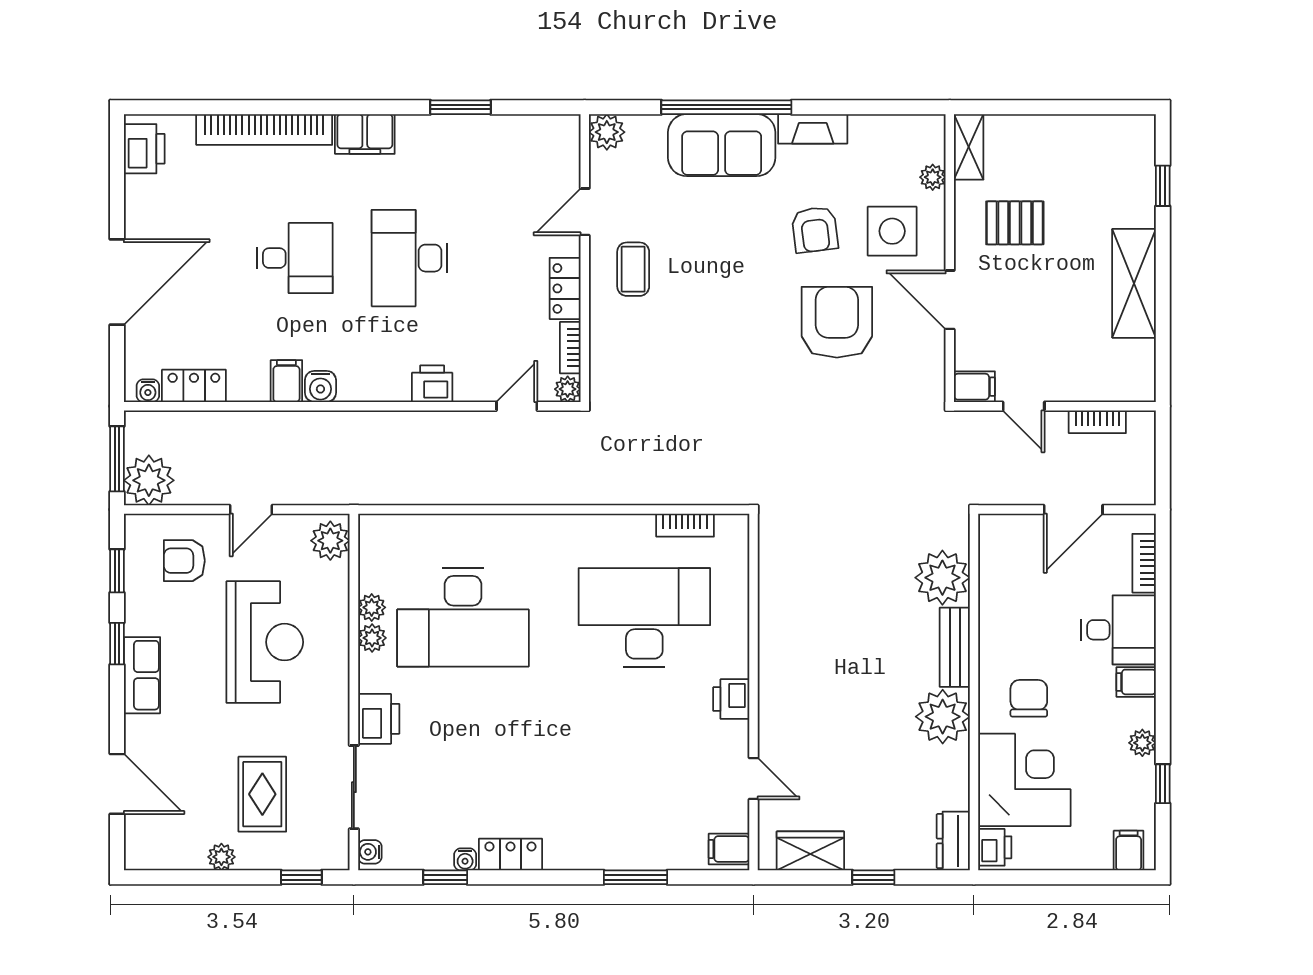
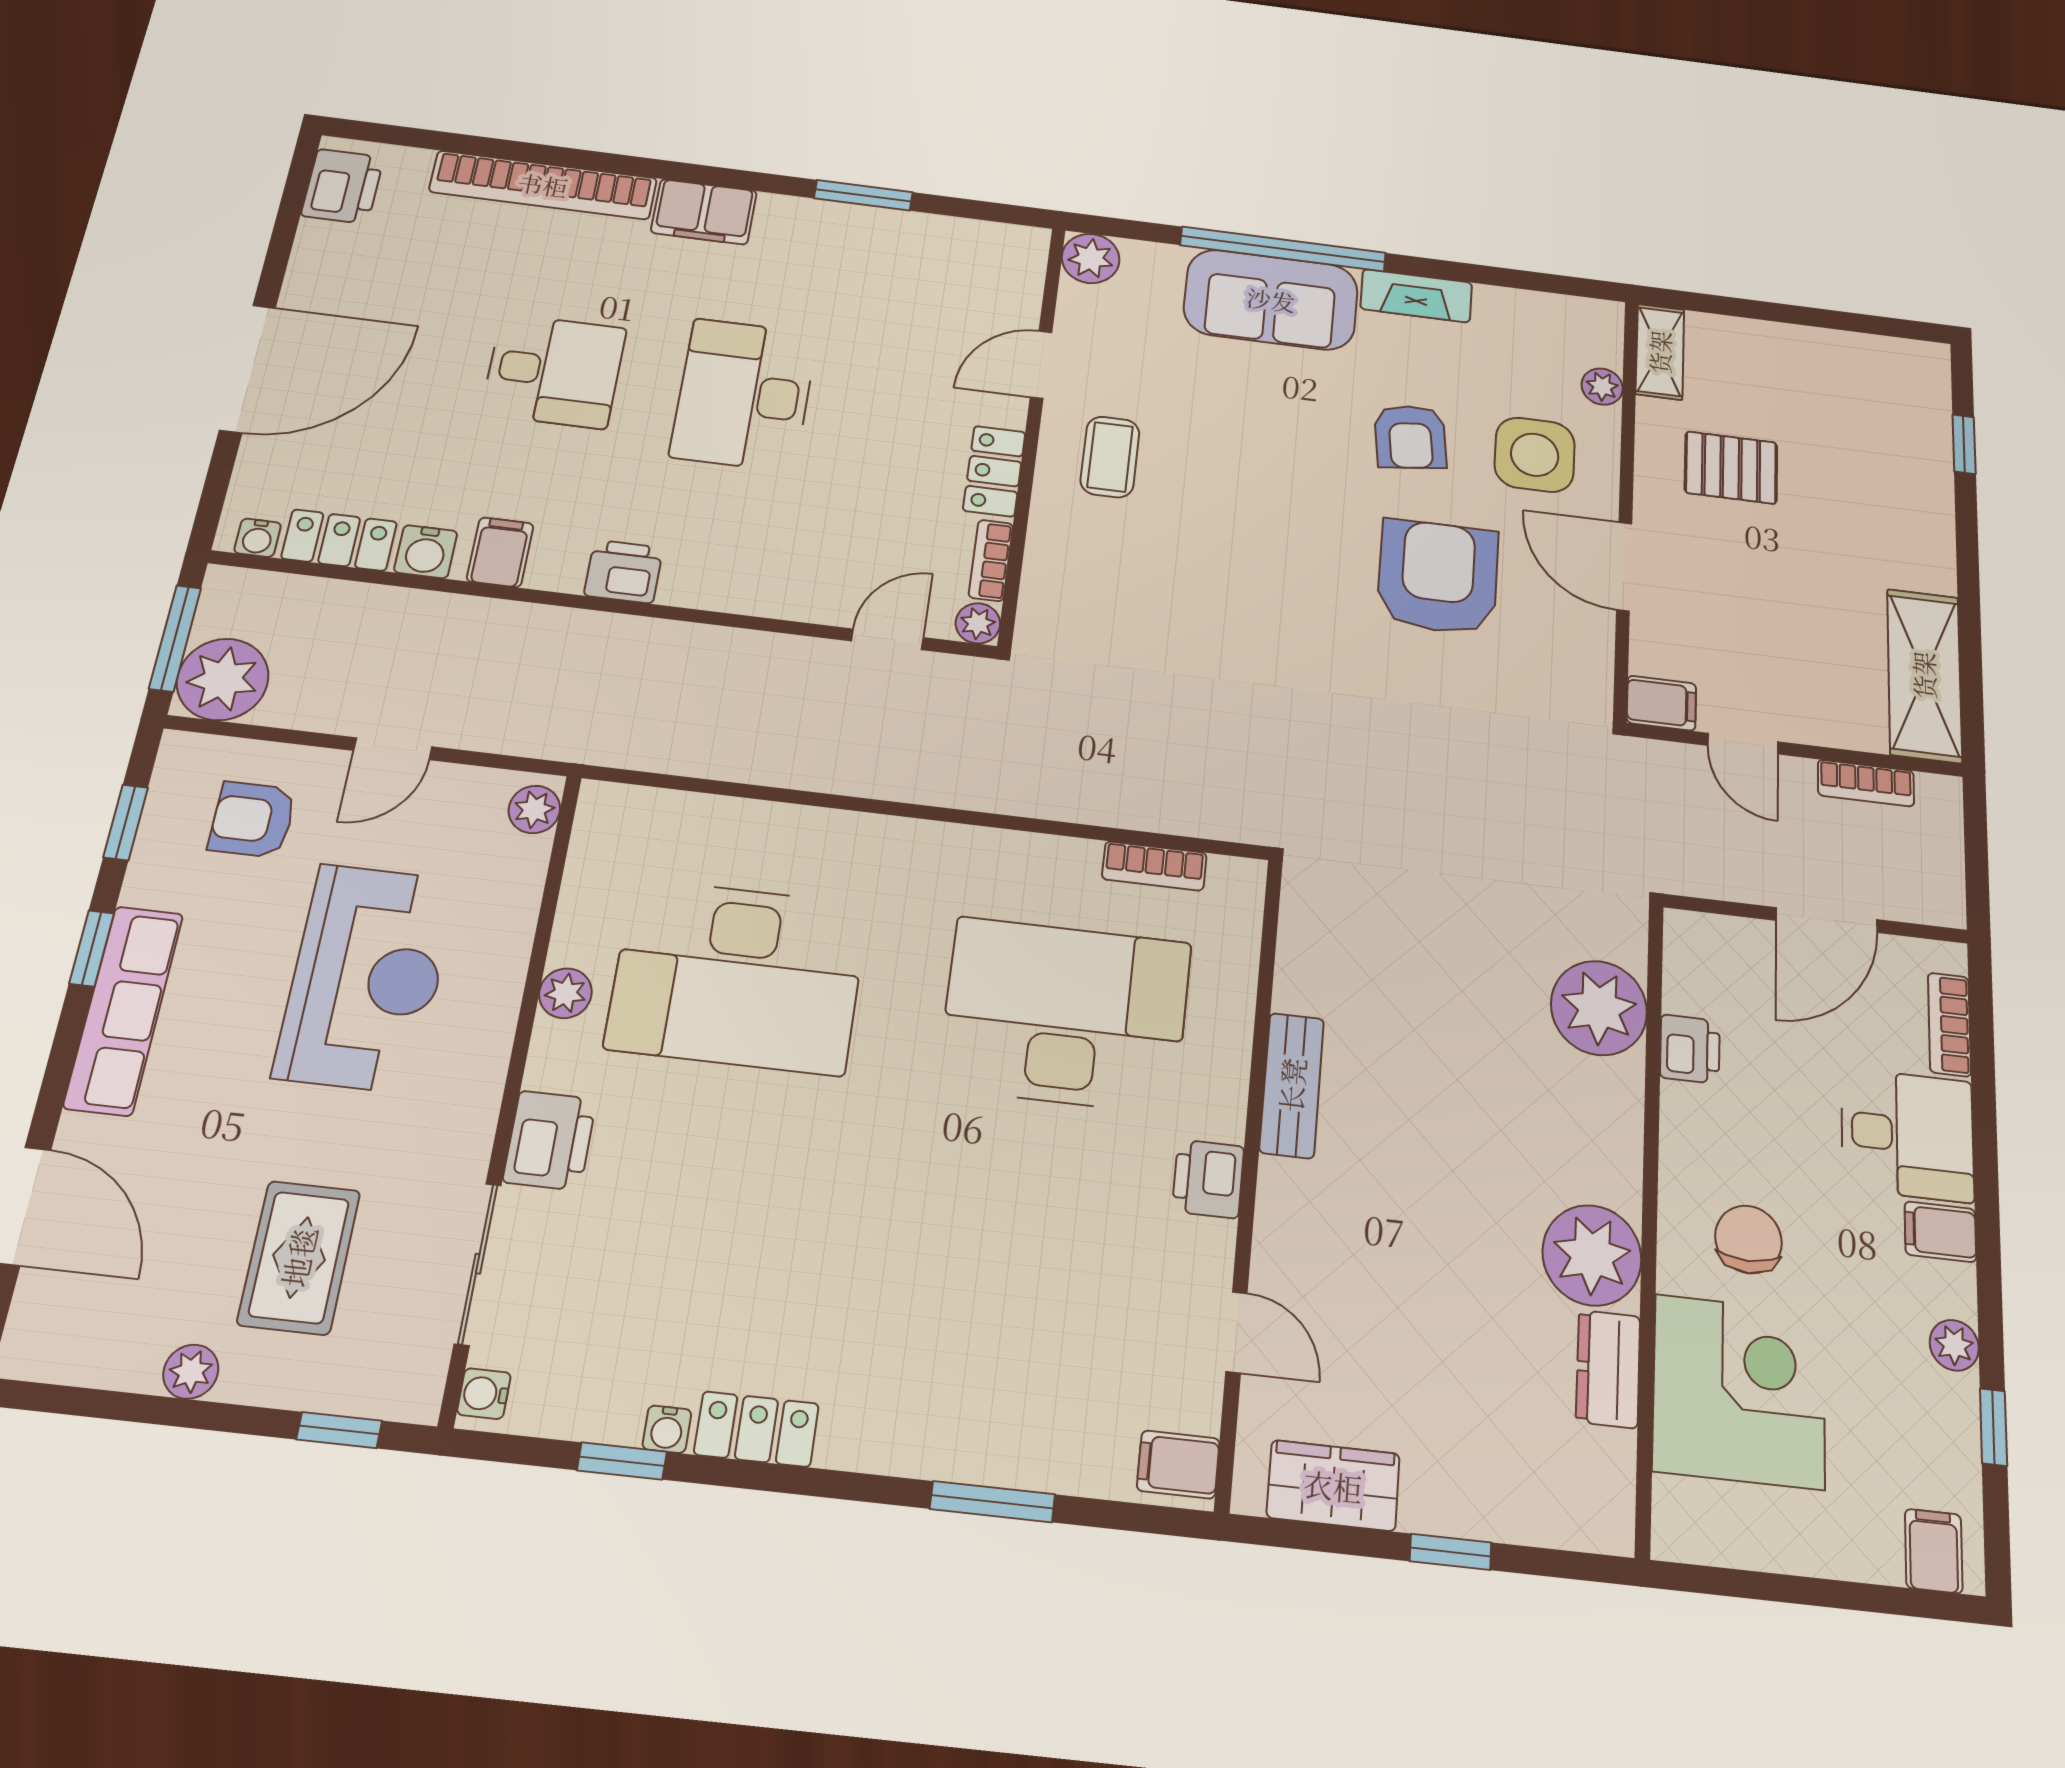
shelving: (1134, 283) -> (1924, 675), moved
printer: (432, 384) -> (624, 572), moved
water cooler: (320, 386) -> (426, 552), moved
plant: (330, 541) -> (534, 809), width x0.73, depth x0.73
plant: (372, 607) -> (575, 940), removed
bench: (955, 647) -> (1292, 1085), moved
row of seats: (142, 675) -> (124, 1010), width x1.48
dresser: (953, 841) -> (1608, 1369), moved
printer: (995, 847) -> (1690, 1049), moved

